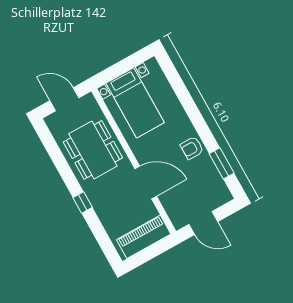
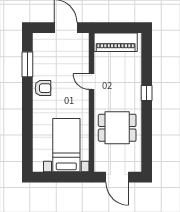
dining table: (93, 150) -> (117, 128), width x0.73
door: (146, 183) -> (92, 82), width x0.53

